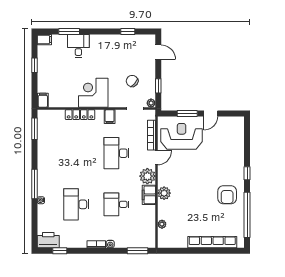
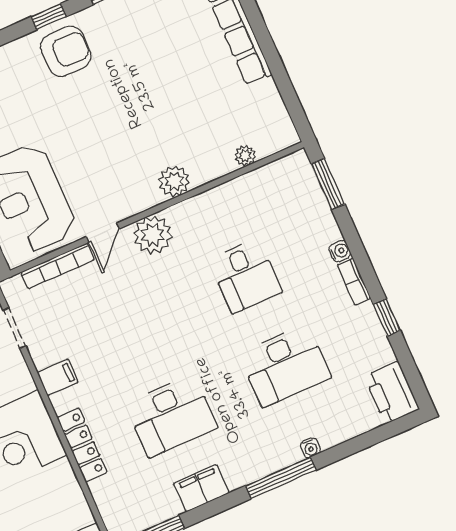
desk: (117, 153) -> (172, 416), moved
door: (157, 158) -> (103, 233), swing flipped
filing cabinet: (149, 195) -> (201, 488), moved, turned 180
armchair: (227, 195) -> (66, 51), moved
window: (60, 251) -> (387, 317), moved

